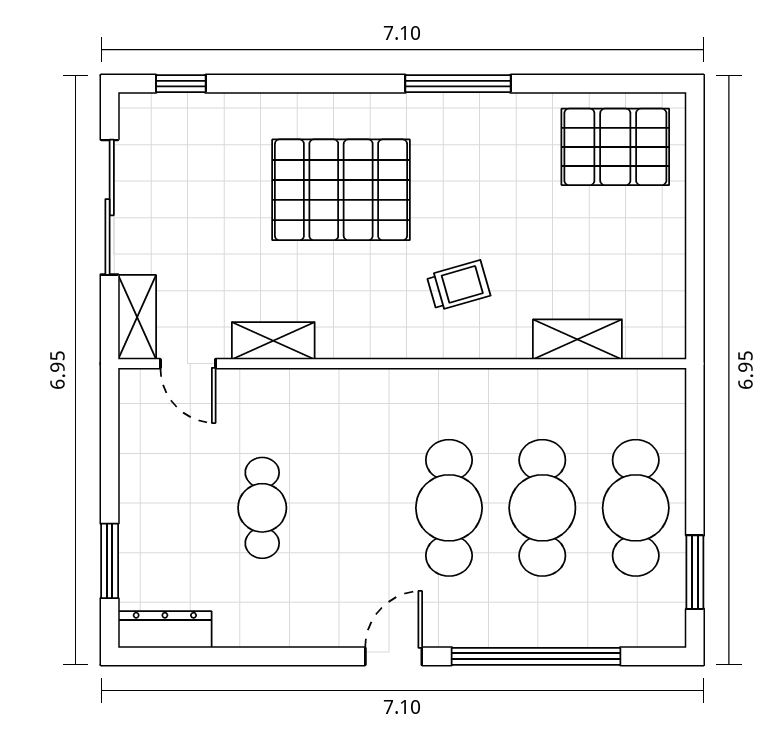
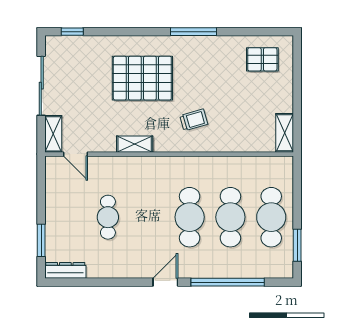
pallet: (615, 147) -> (262, 59), width x0.67, depth x0.71
shelving: (577, 339) -> (285, 133), moved, turned 90
shelving: (273, 341) -> (135, 144), moved

